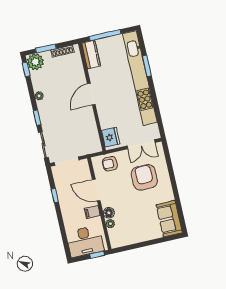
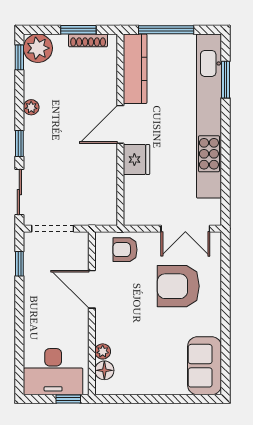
window: (46, 49) -> (78, 30), moved
kitchen counter: (91, 54) -> (135, 69), width x1.50
window: (147, 66) -> (225, 80), moved
fridge: (111, 137) -> (137, 159), moved
armchair: (144, 177) -> (178, 286), turned -90
window: (55, 195) -> (19, 264), moved
filing cabinet: (92, 212) -> (76, 325), removed
floor lamp: (109, 213) -> (104, 370), moved

